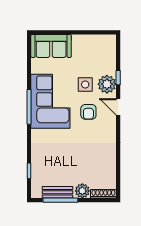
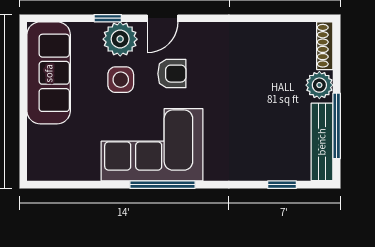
sofa: (51, 46) -> (49, 73), moved, width x1.36
bench: (57, 192) -> (322, 142), width x1.36

